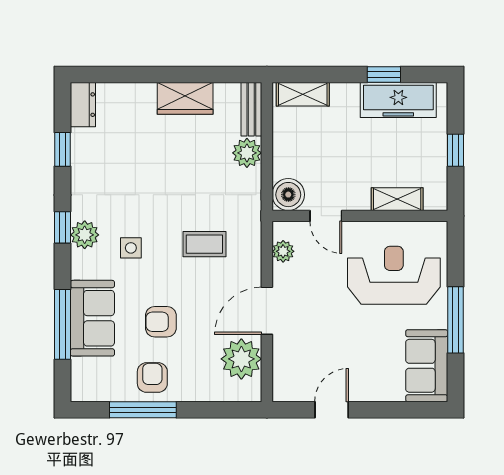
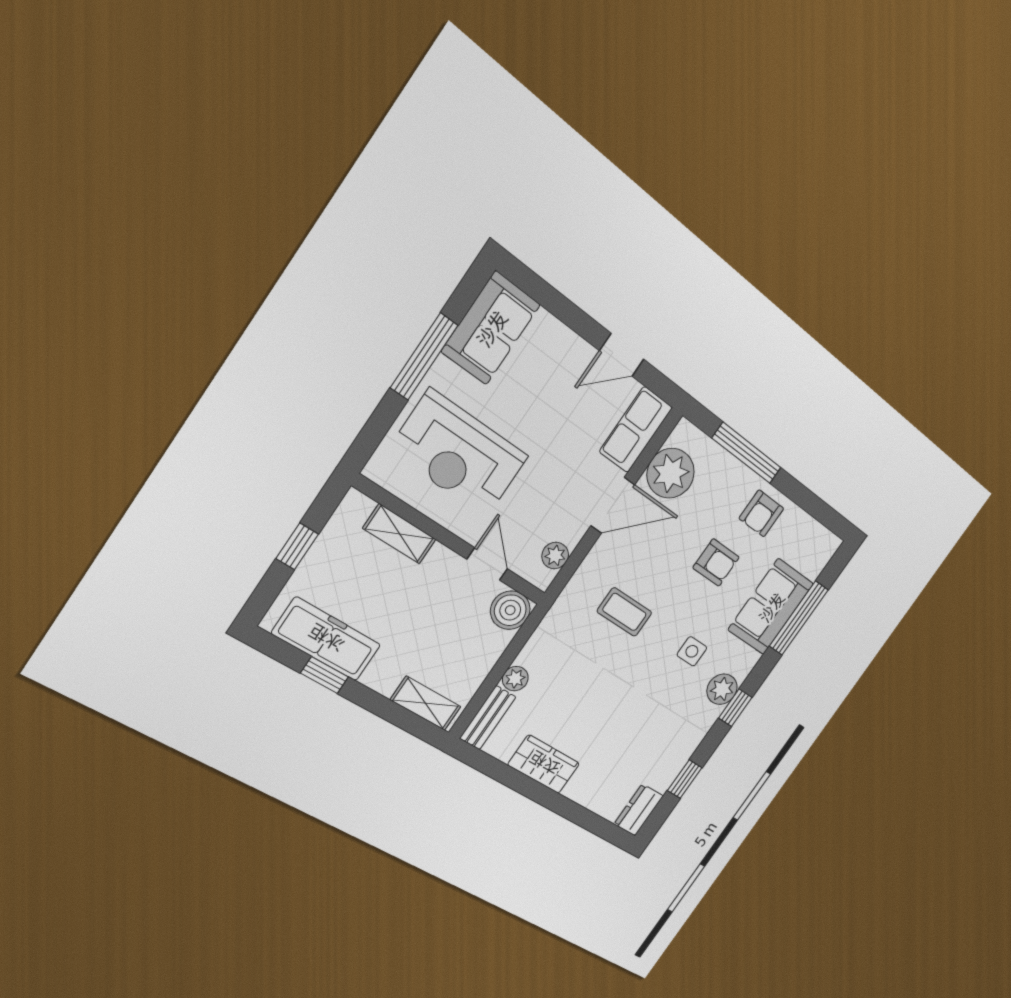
plant: (247, 153) -> (515, 679), width x0.73, depth x0.73
row of seats: (287, 370) -> (636, 430), added
window: (143, 410) -> (747, 453), moved

